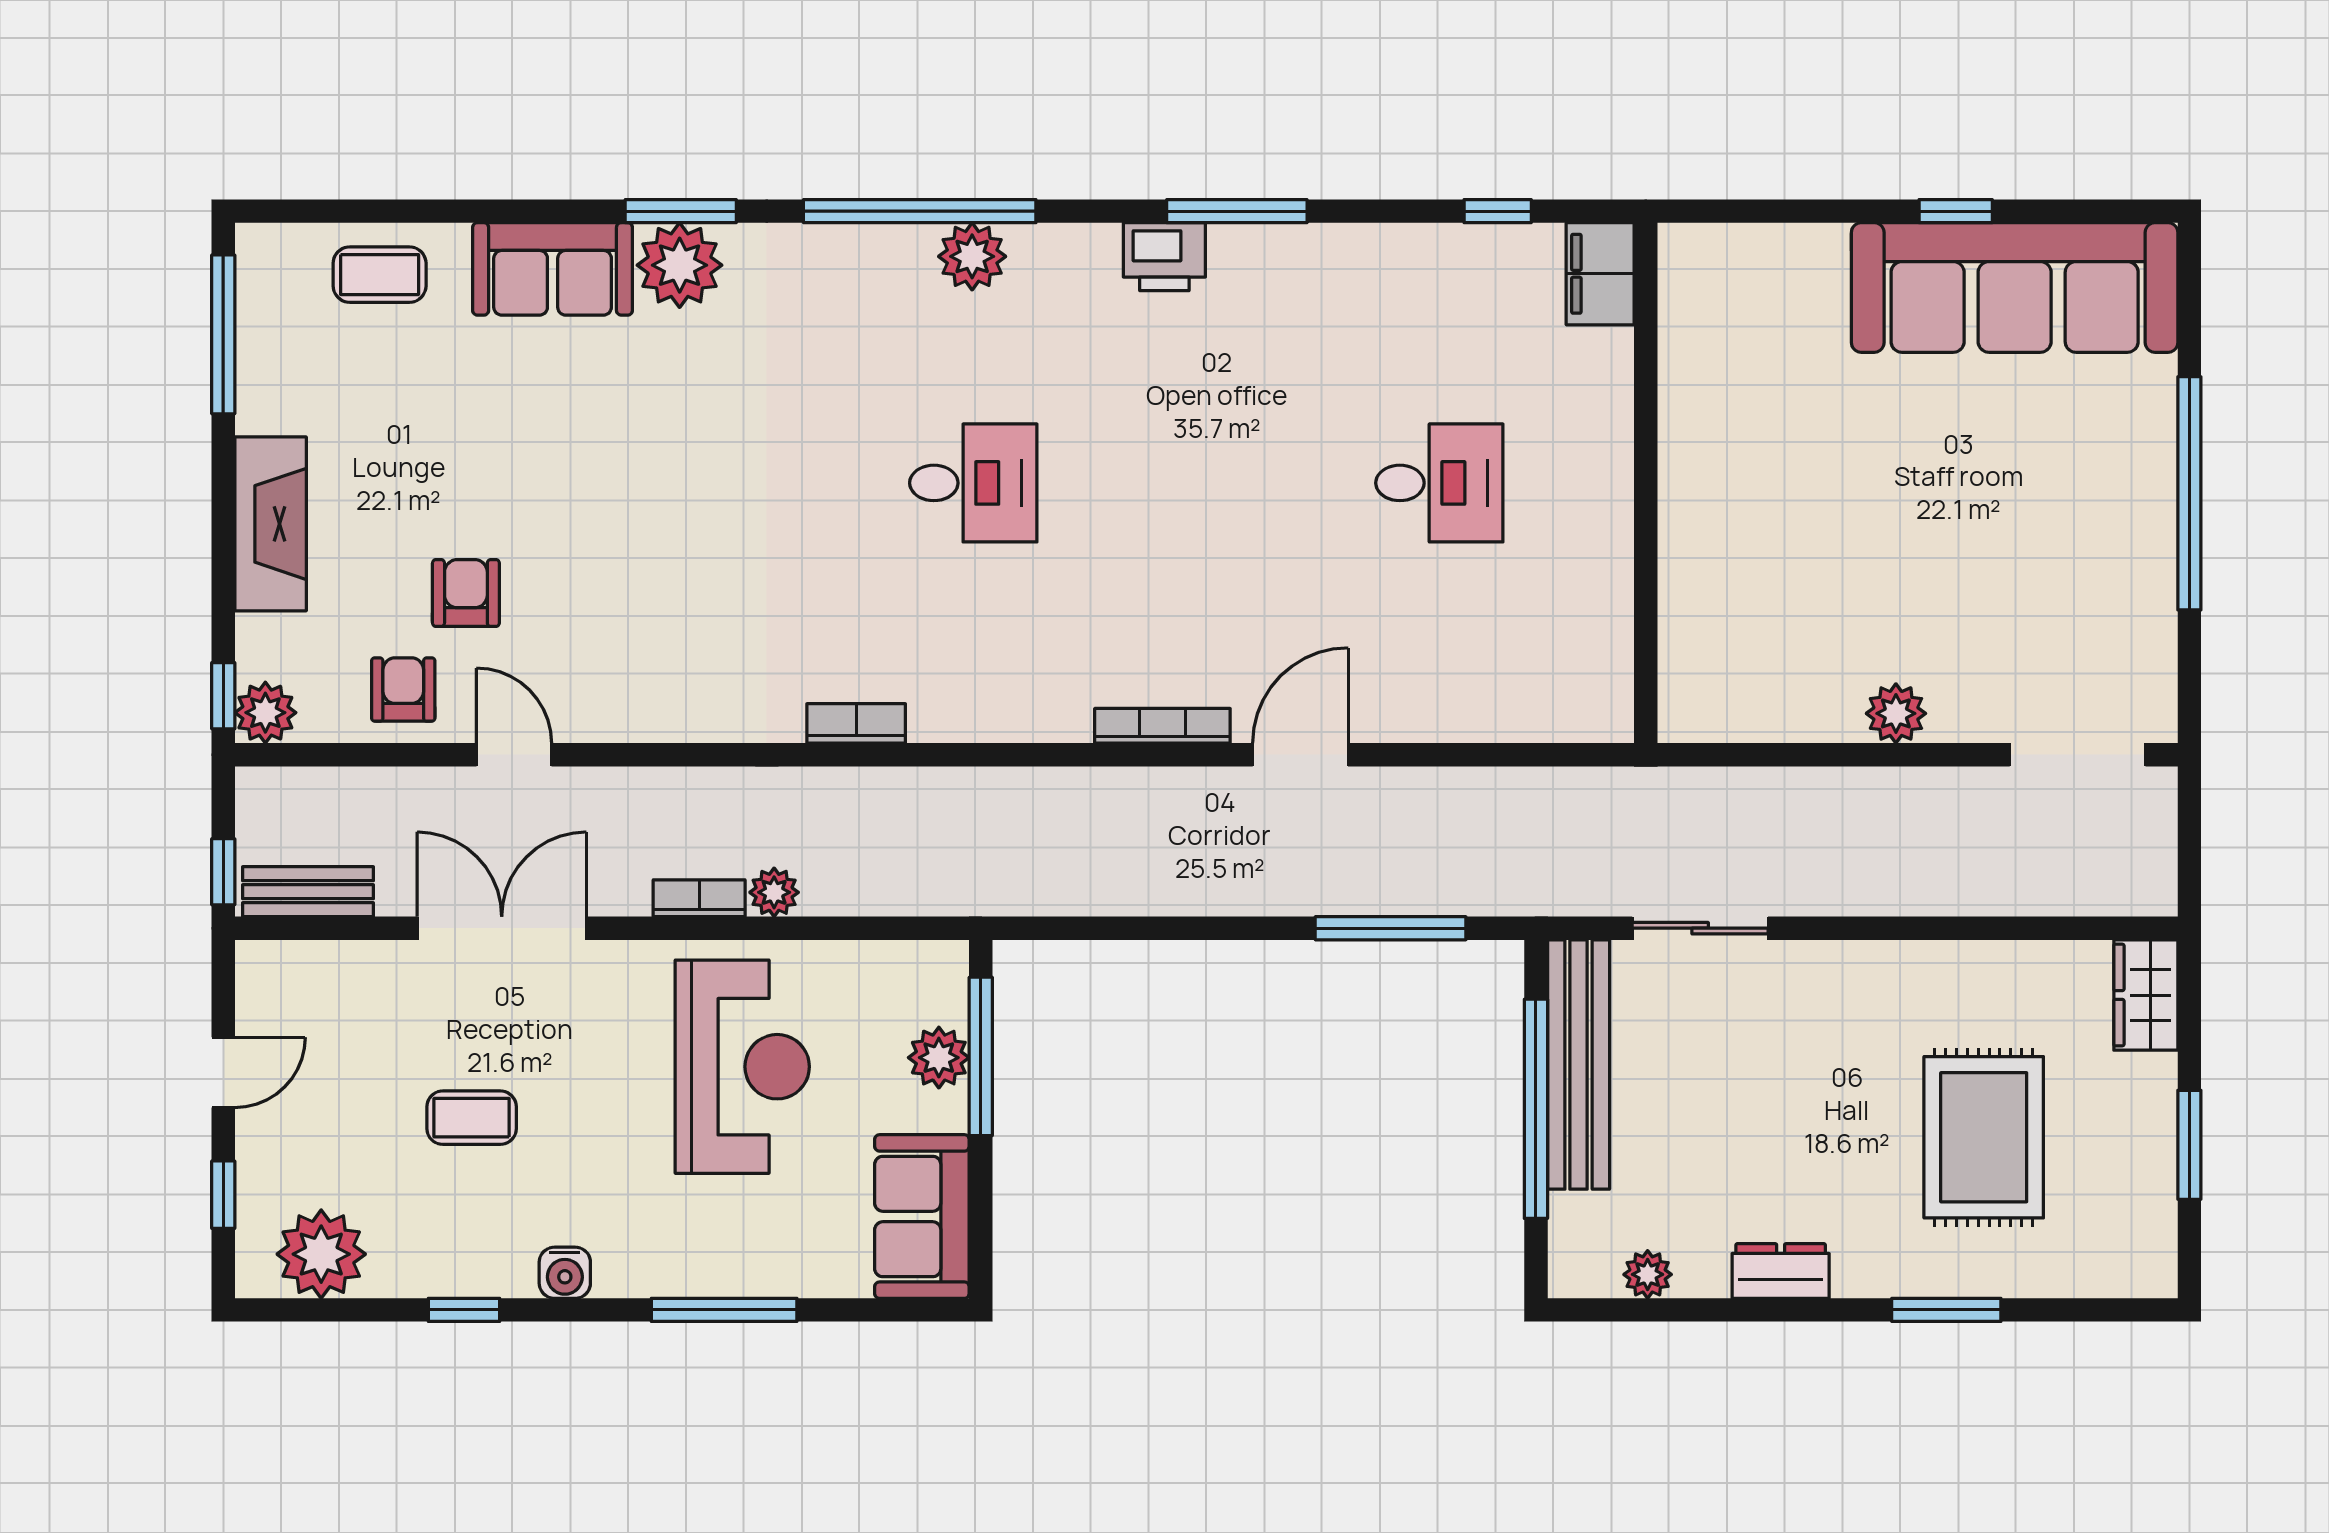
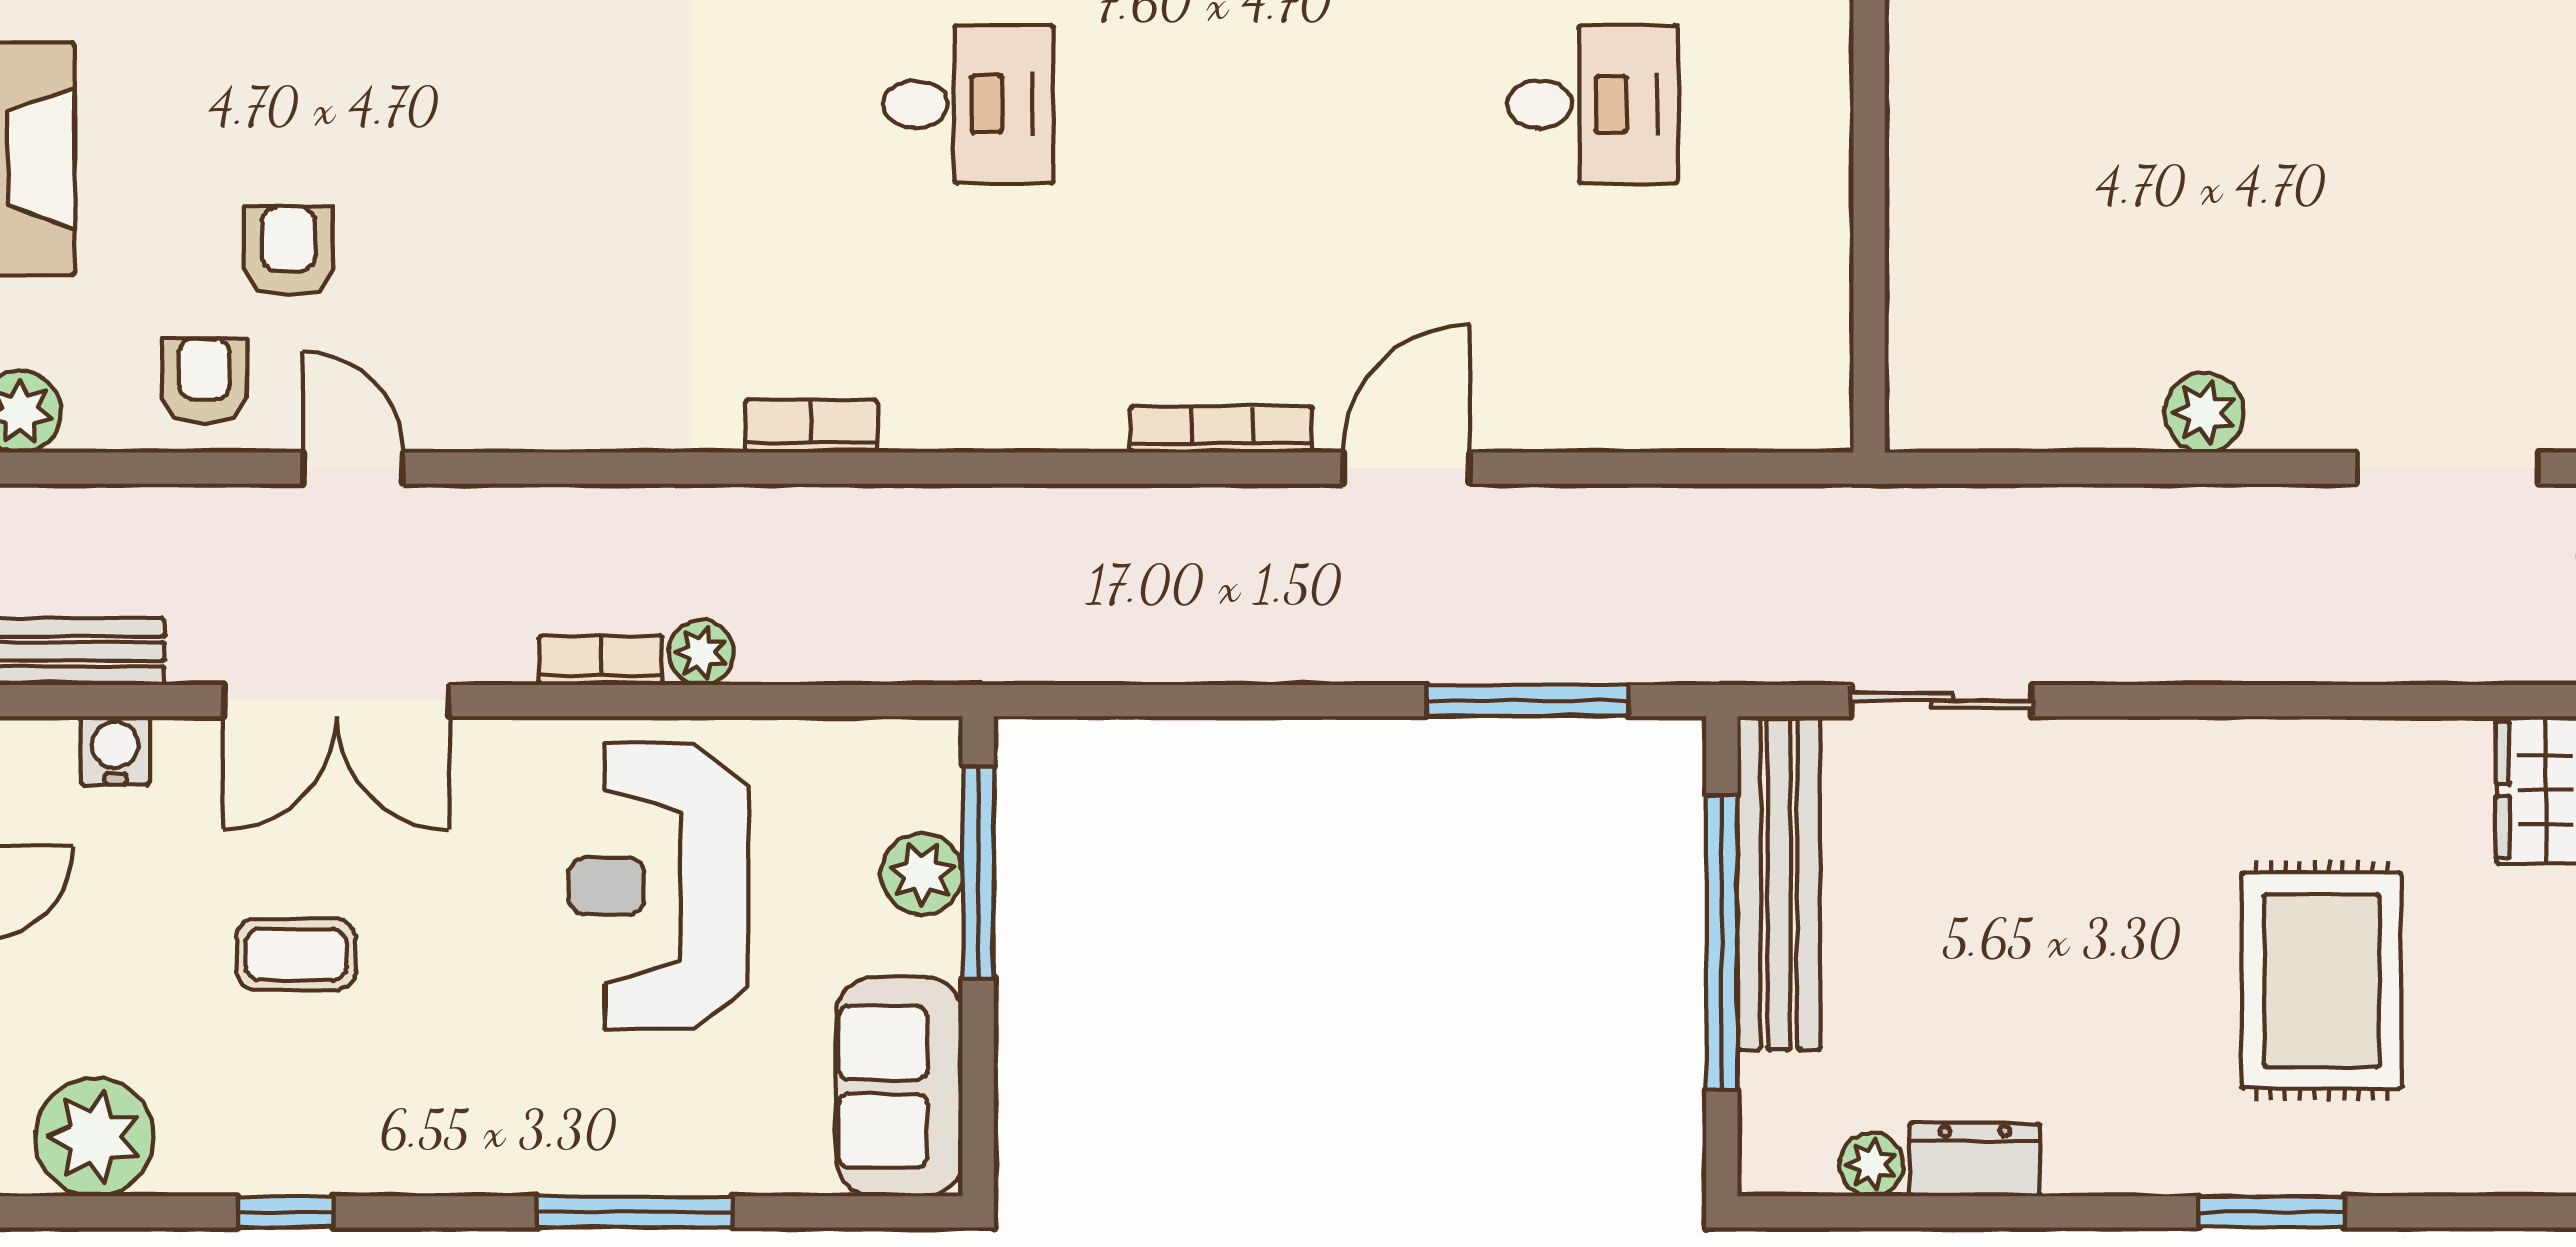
double door: (502, 928) -> (336, 701), swing flipped
reception desk: (742, 1067) -> (659, 886), turned 180
dresser: (1781, 1271) -> (1975, 1160), moved
water cooler: (565, 1273) -> (115, 750), moved, turned 180

